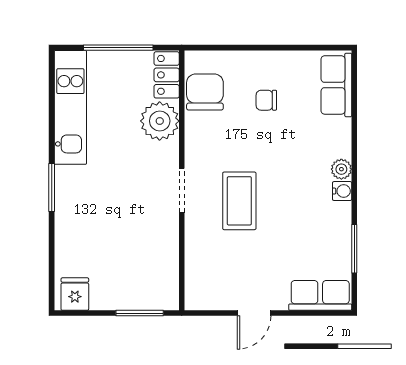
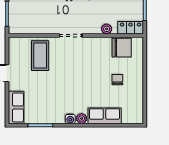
row of seats: (336, 85) -> (105, 116), moved
plant: (160, 121) -> (107, 29), width x0.53, depth x0.53
coffee table: (239, 201) -> (40, 56), moved, turned 90

